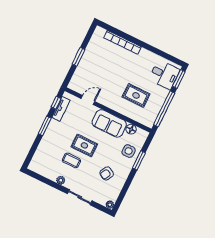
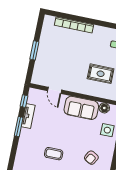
door: (88, 100) -> (55, 90), swing flipped
tv unit: (61, 109) -> (28, 116), moved
rug: (84, 145) -> (62, 136), removed

